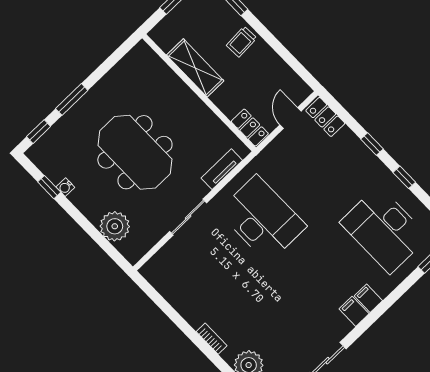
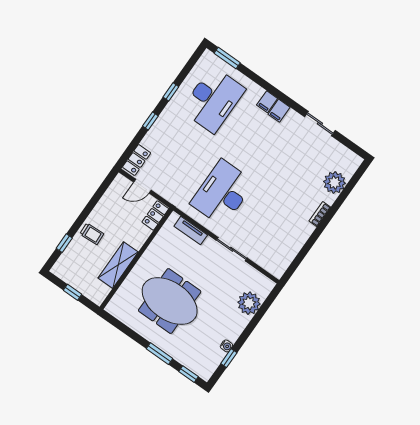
meeting table: (135, 152) -> (170, 301), moved, turned 90

